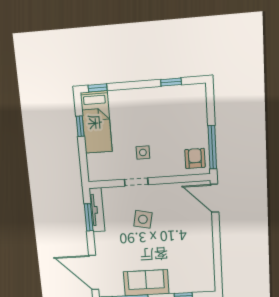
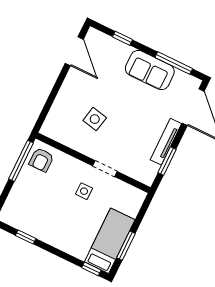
window: (80, 126) -> (126, 246), width x1.50
door: (215, 198) -> (74, 51), moved
tv unit: (97, 210) -> (166, 142), moved
side table: (143, 219) -> (95, 119), moved

